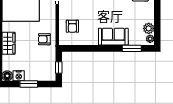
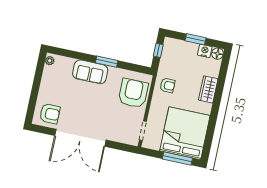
armchair: (72, 26) -> (133, 93), width x1.88, depth x1.88
plant: (149, 28) -> (49, 73), removed
window: (132, 48) -> (107, 62), moved

